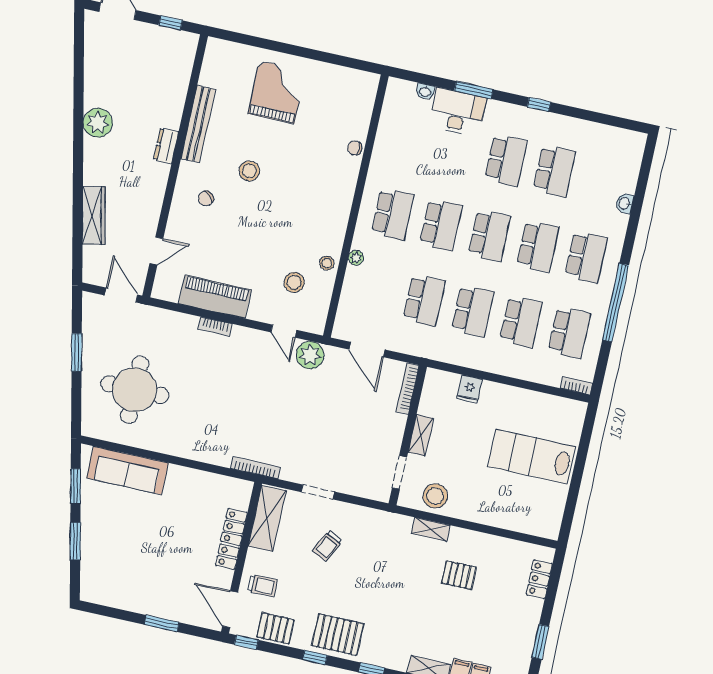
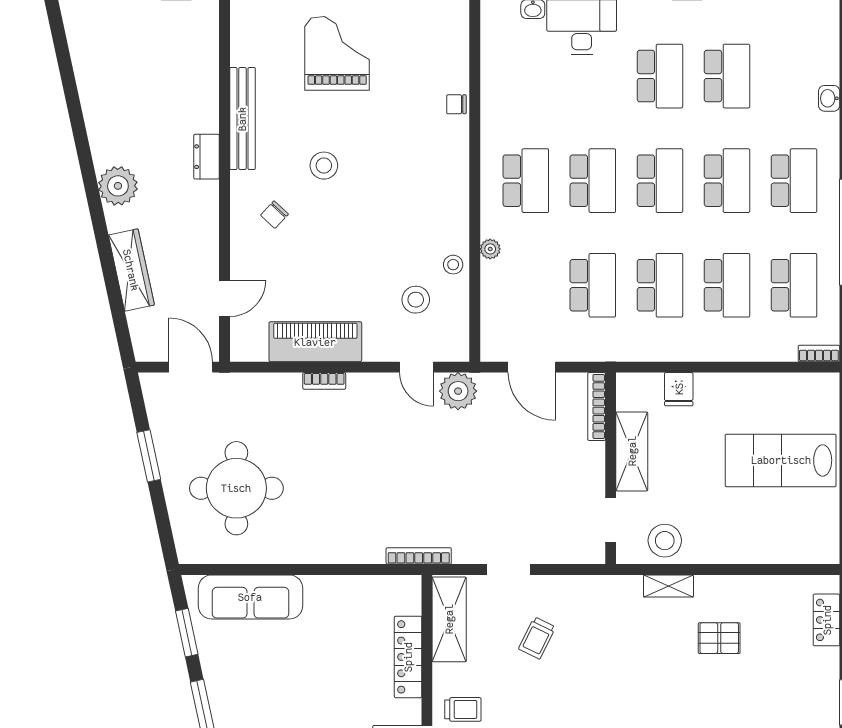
plant: (98, 123) -> (118, 186), moved
shelving: (421, 435) -> (632, 451), width x1.50, depth x1.33

